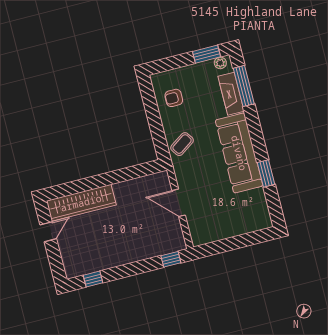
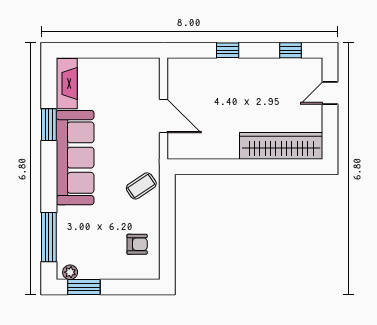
fireplace: (231, 94) -> (67, 84), moved
door: (48, 232) -> (330, 93), moved
window: (171, 259) -> (228, 50), moved

